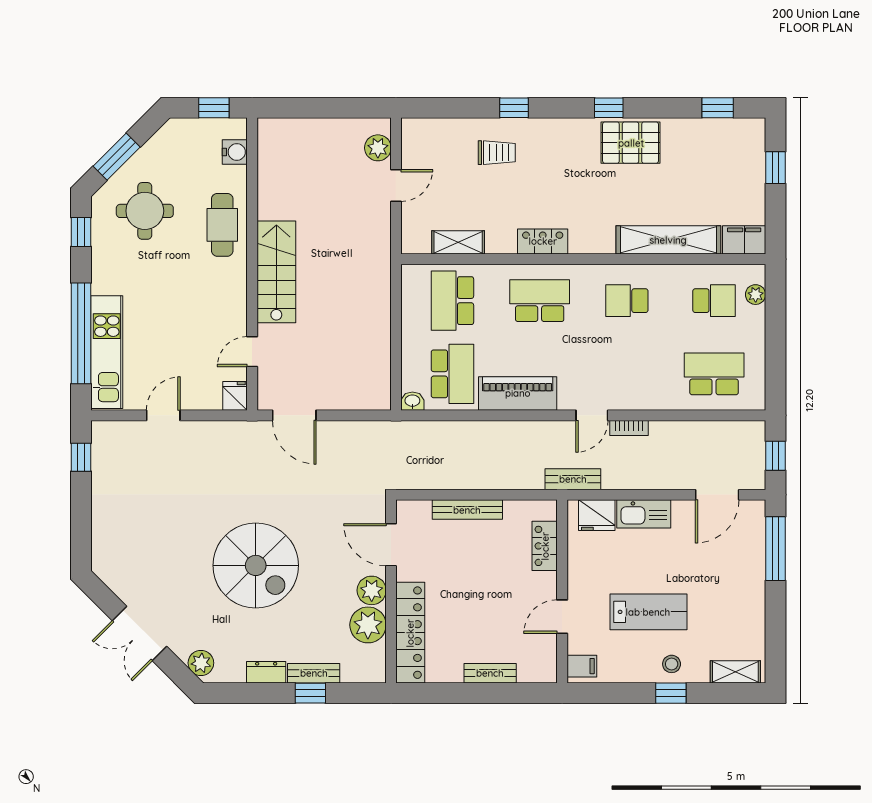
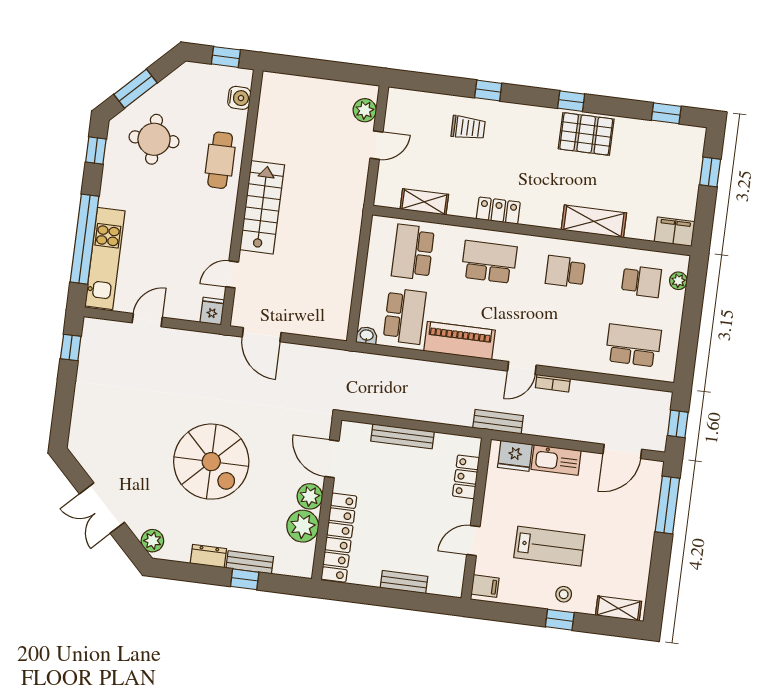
shelving: (668, 240) -> (594, 221), width x0.68

